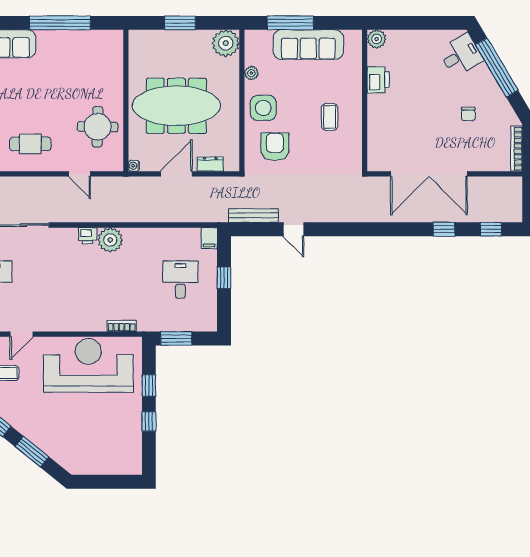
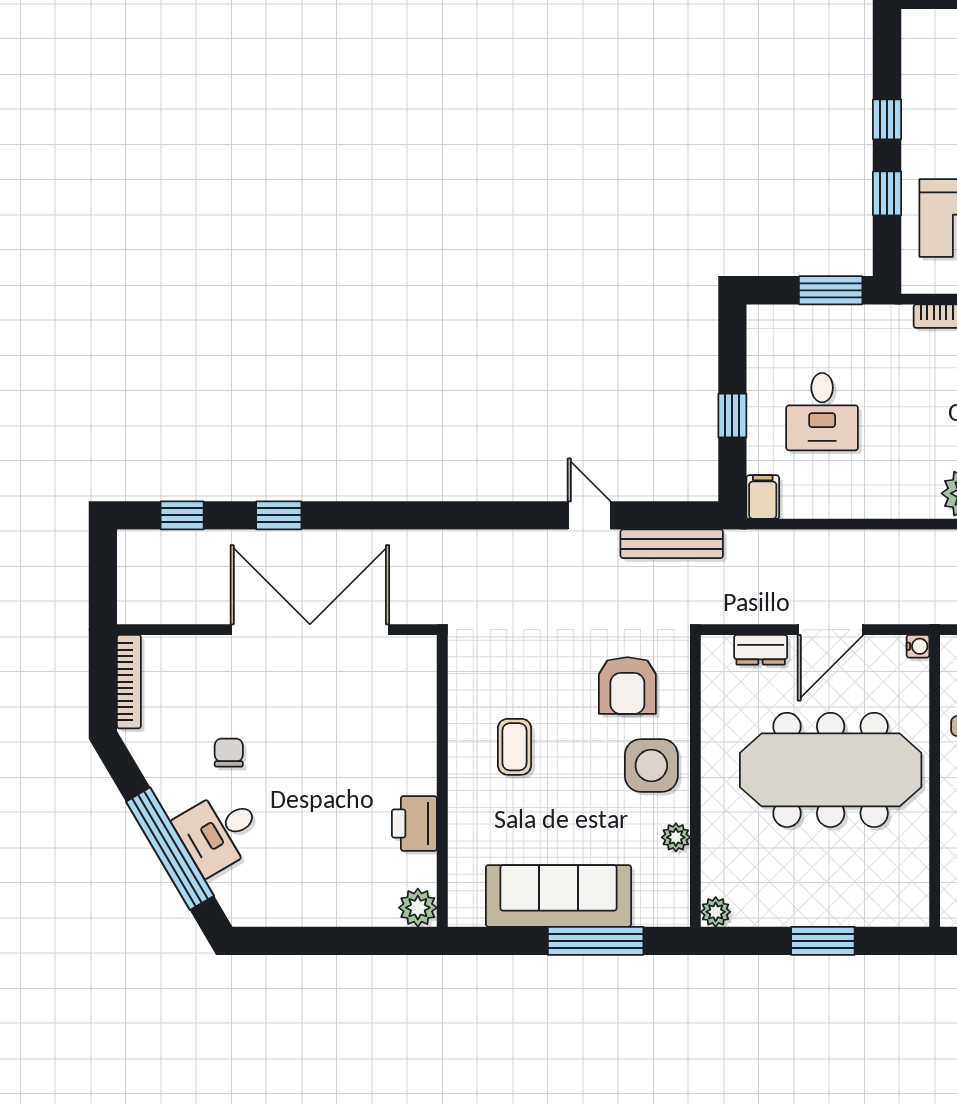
plant: (226, 43) -> (716, 912), width x0.53, depth x0.53
desk: (461, 55) -> (219, 832), moved

